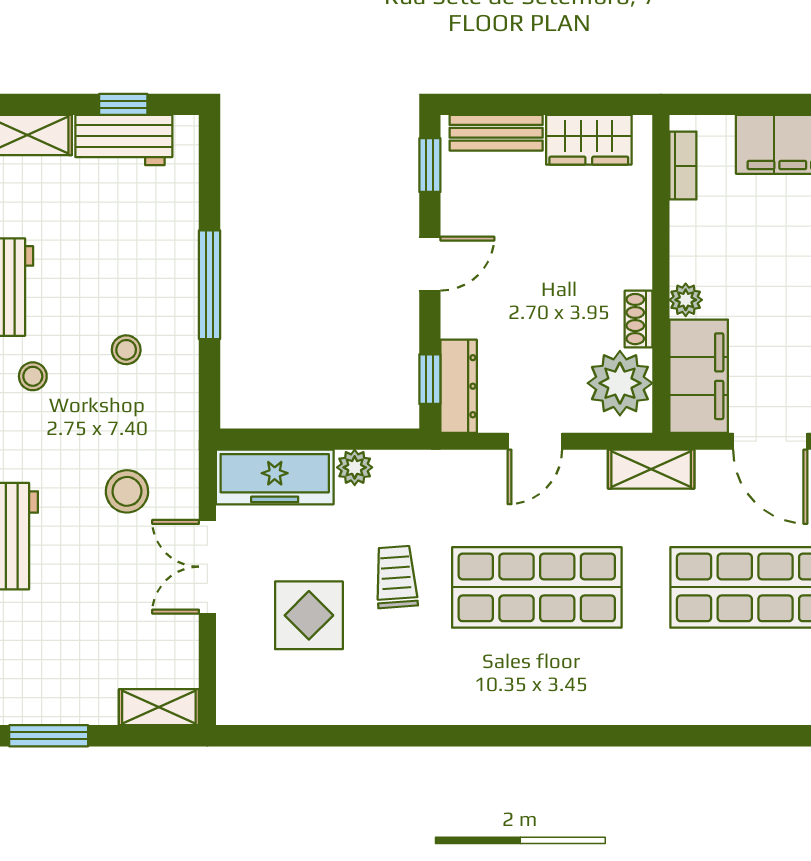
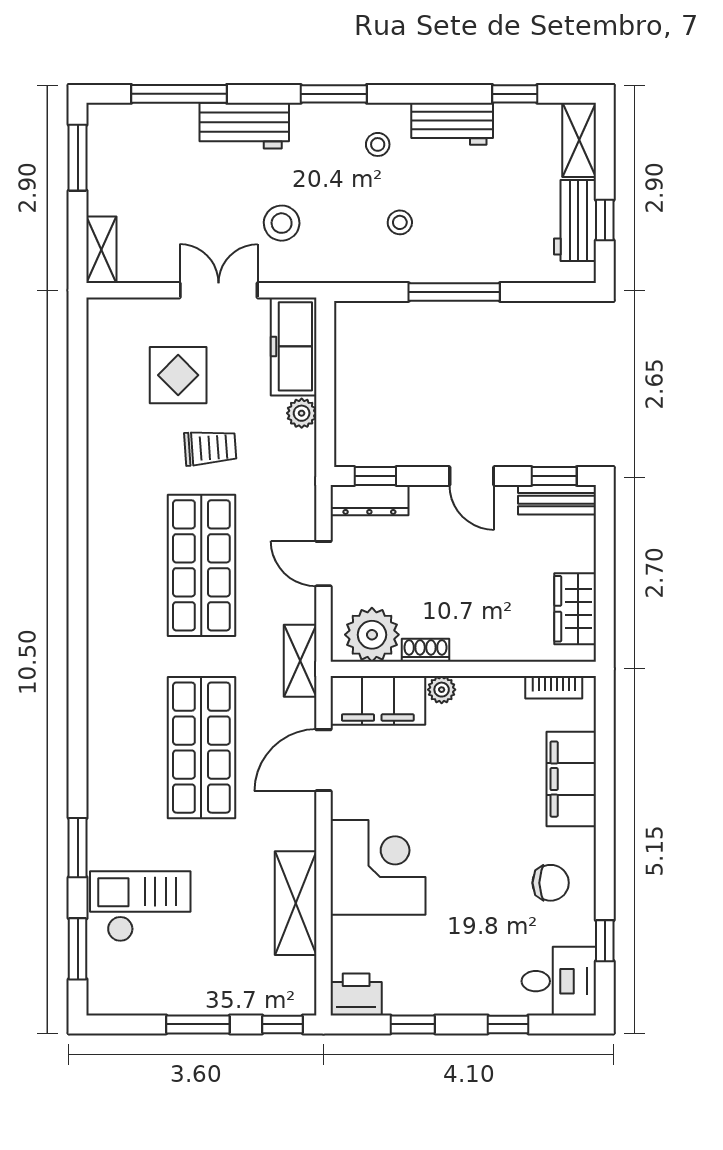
bench: (496, 133) -> (557, 500), moved, turned 90

